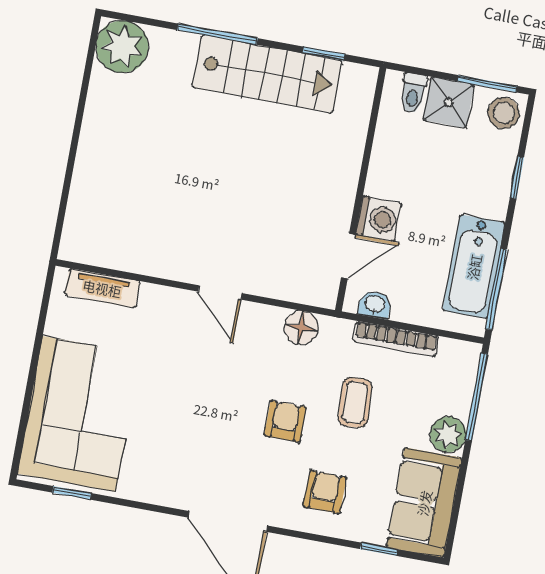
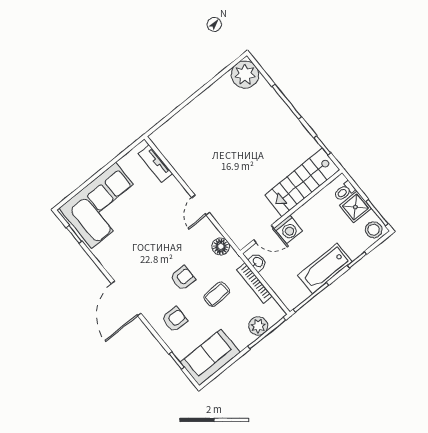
stairs: (267, 74) -> (302, 182), moved, turned 90
bathtub: (474, 267) -> (325, 268), moved
plant: (448, 435) -> (258, 326), moved

